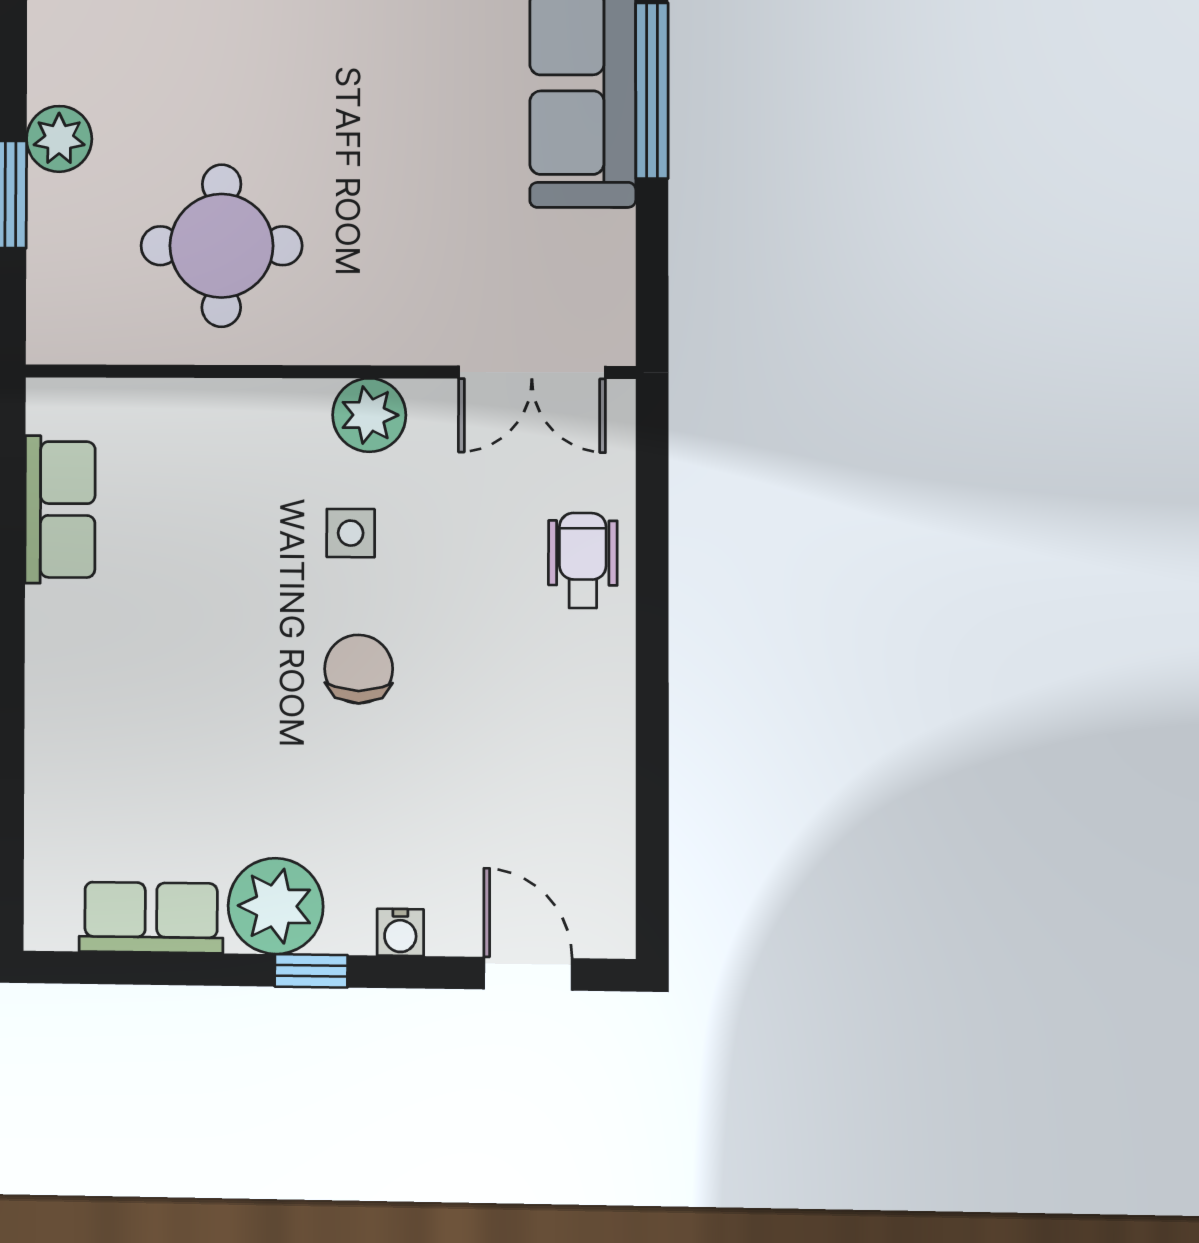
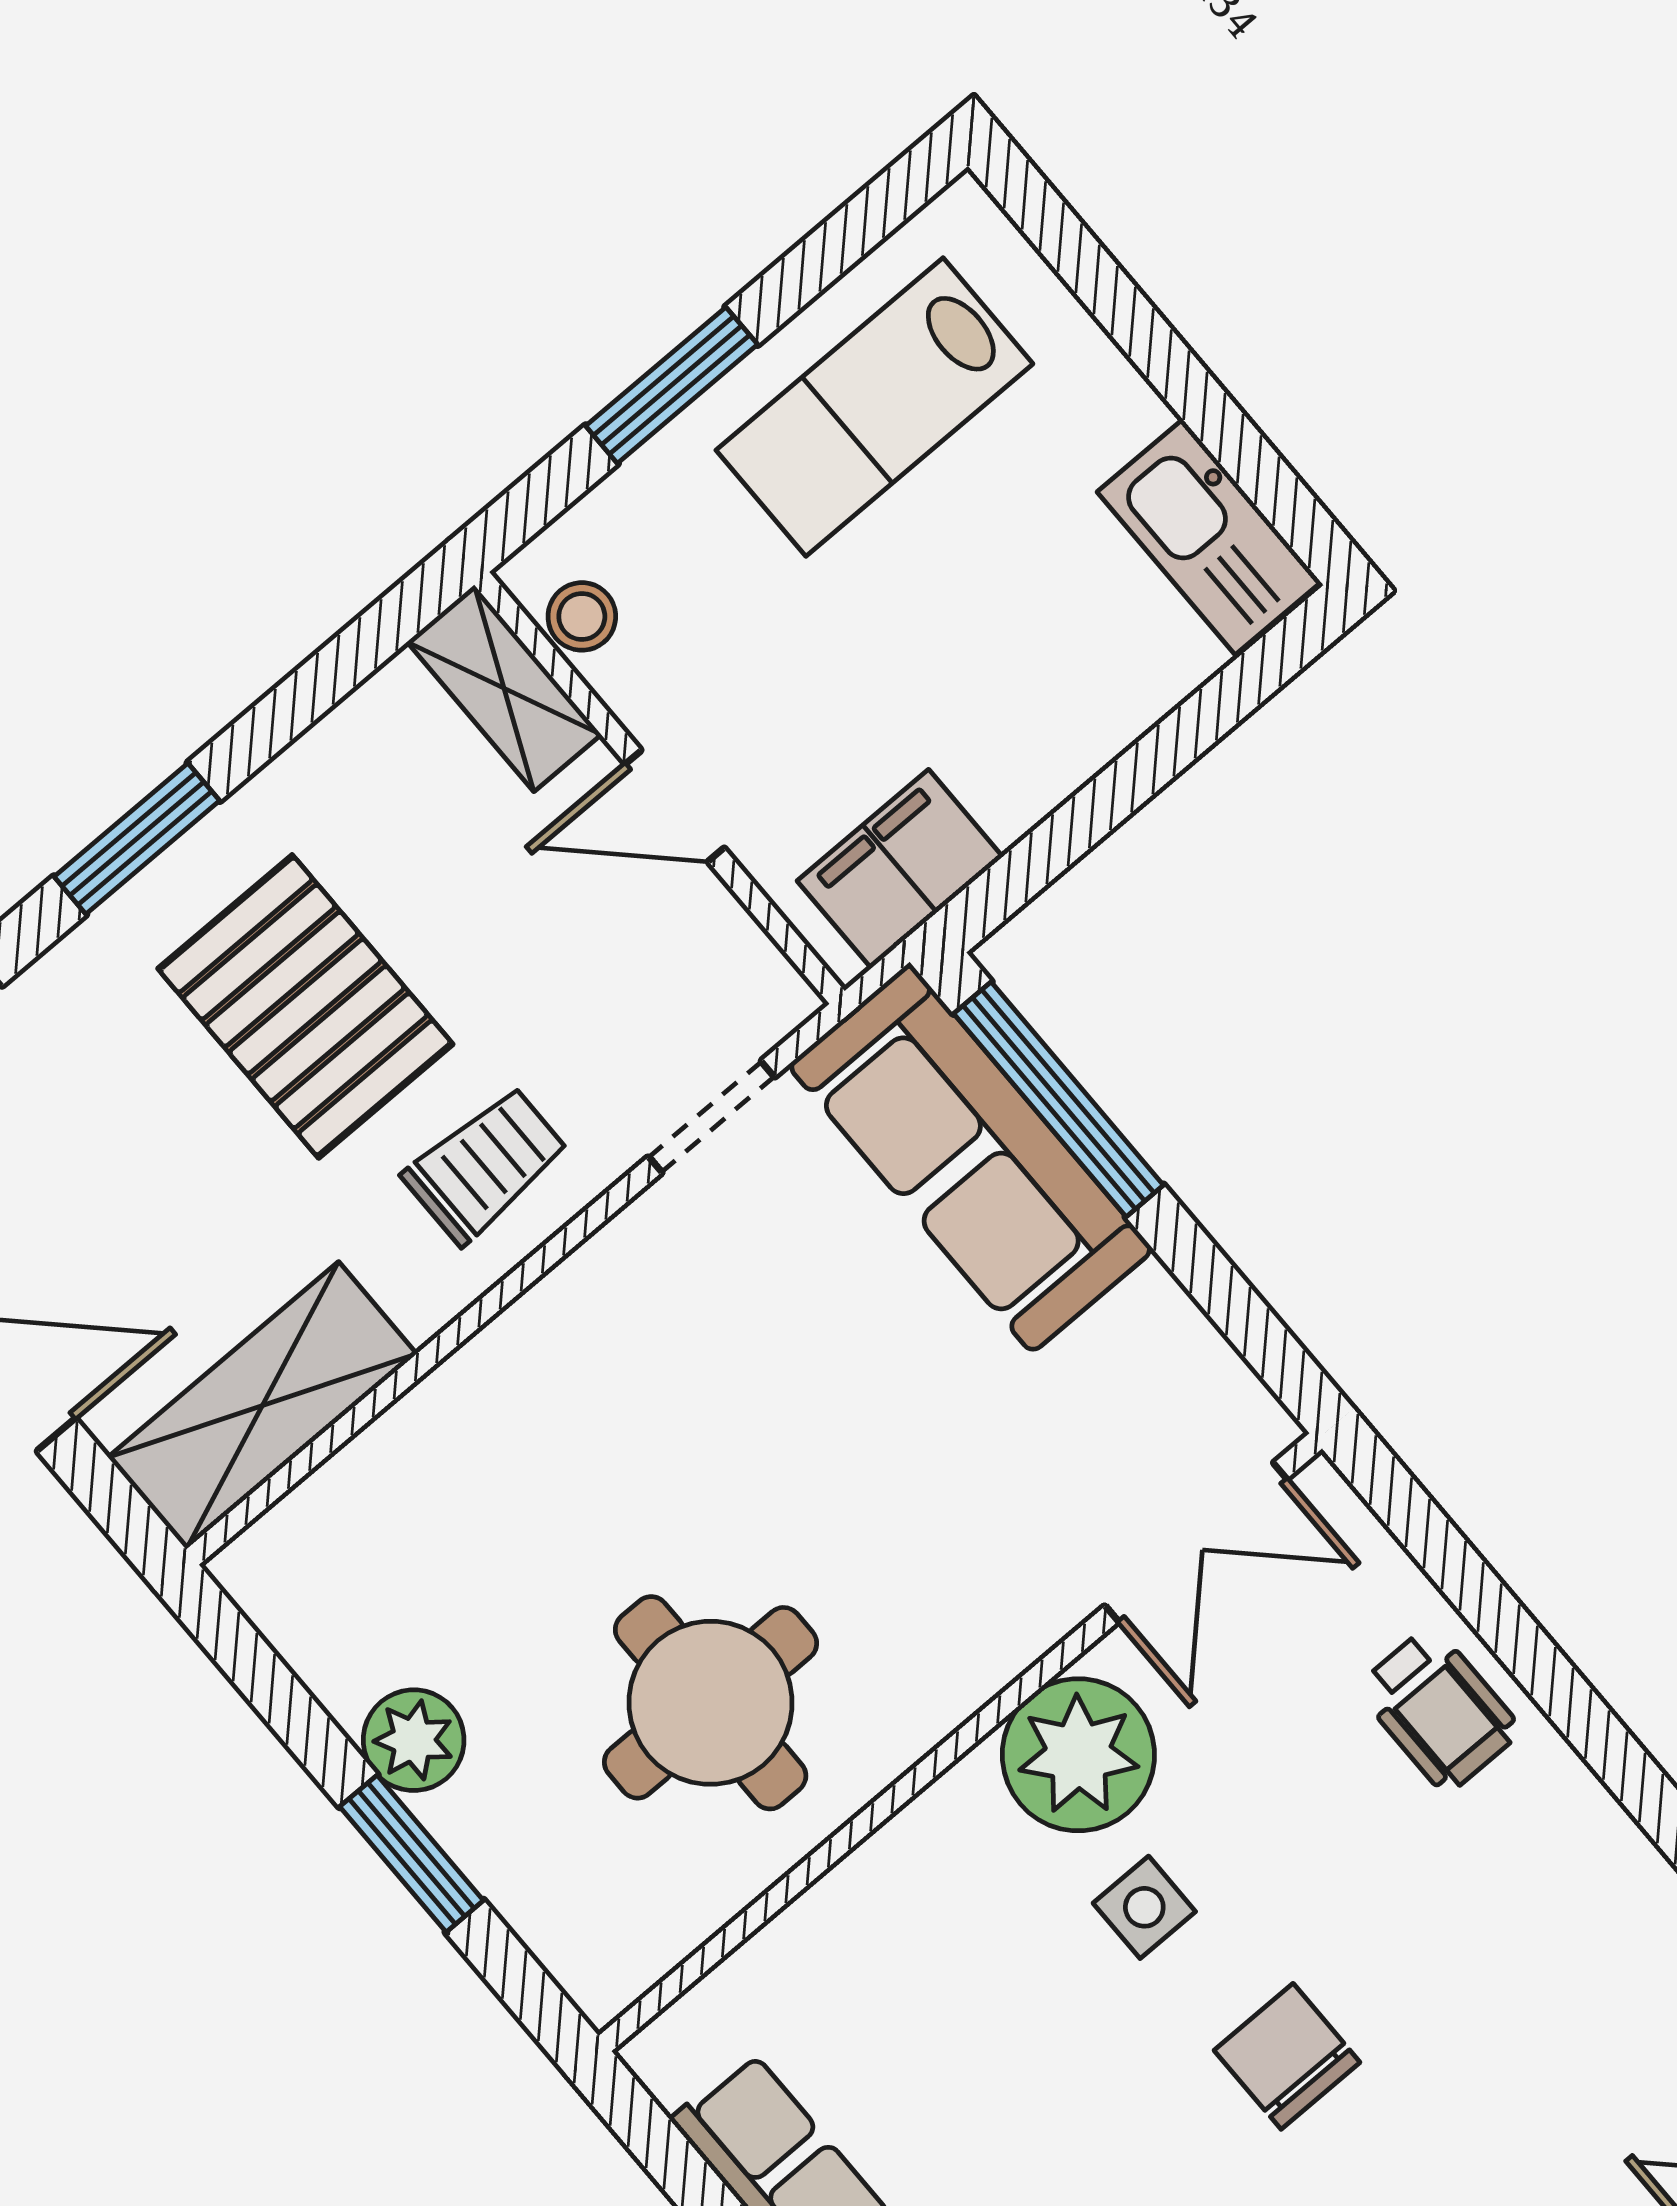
plant: (369, 415) -> (1078, 1755), width x1.36, depth x1.36
wheelchair: (583, 561) -> (1439, 1709), turned 180

